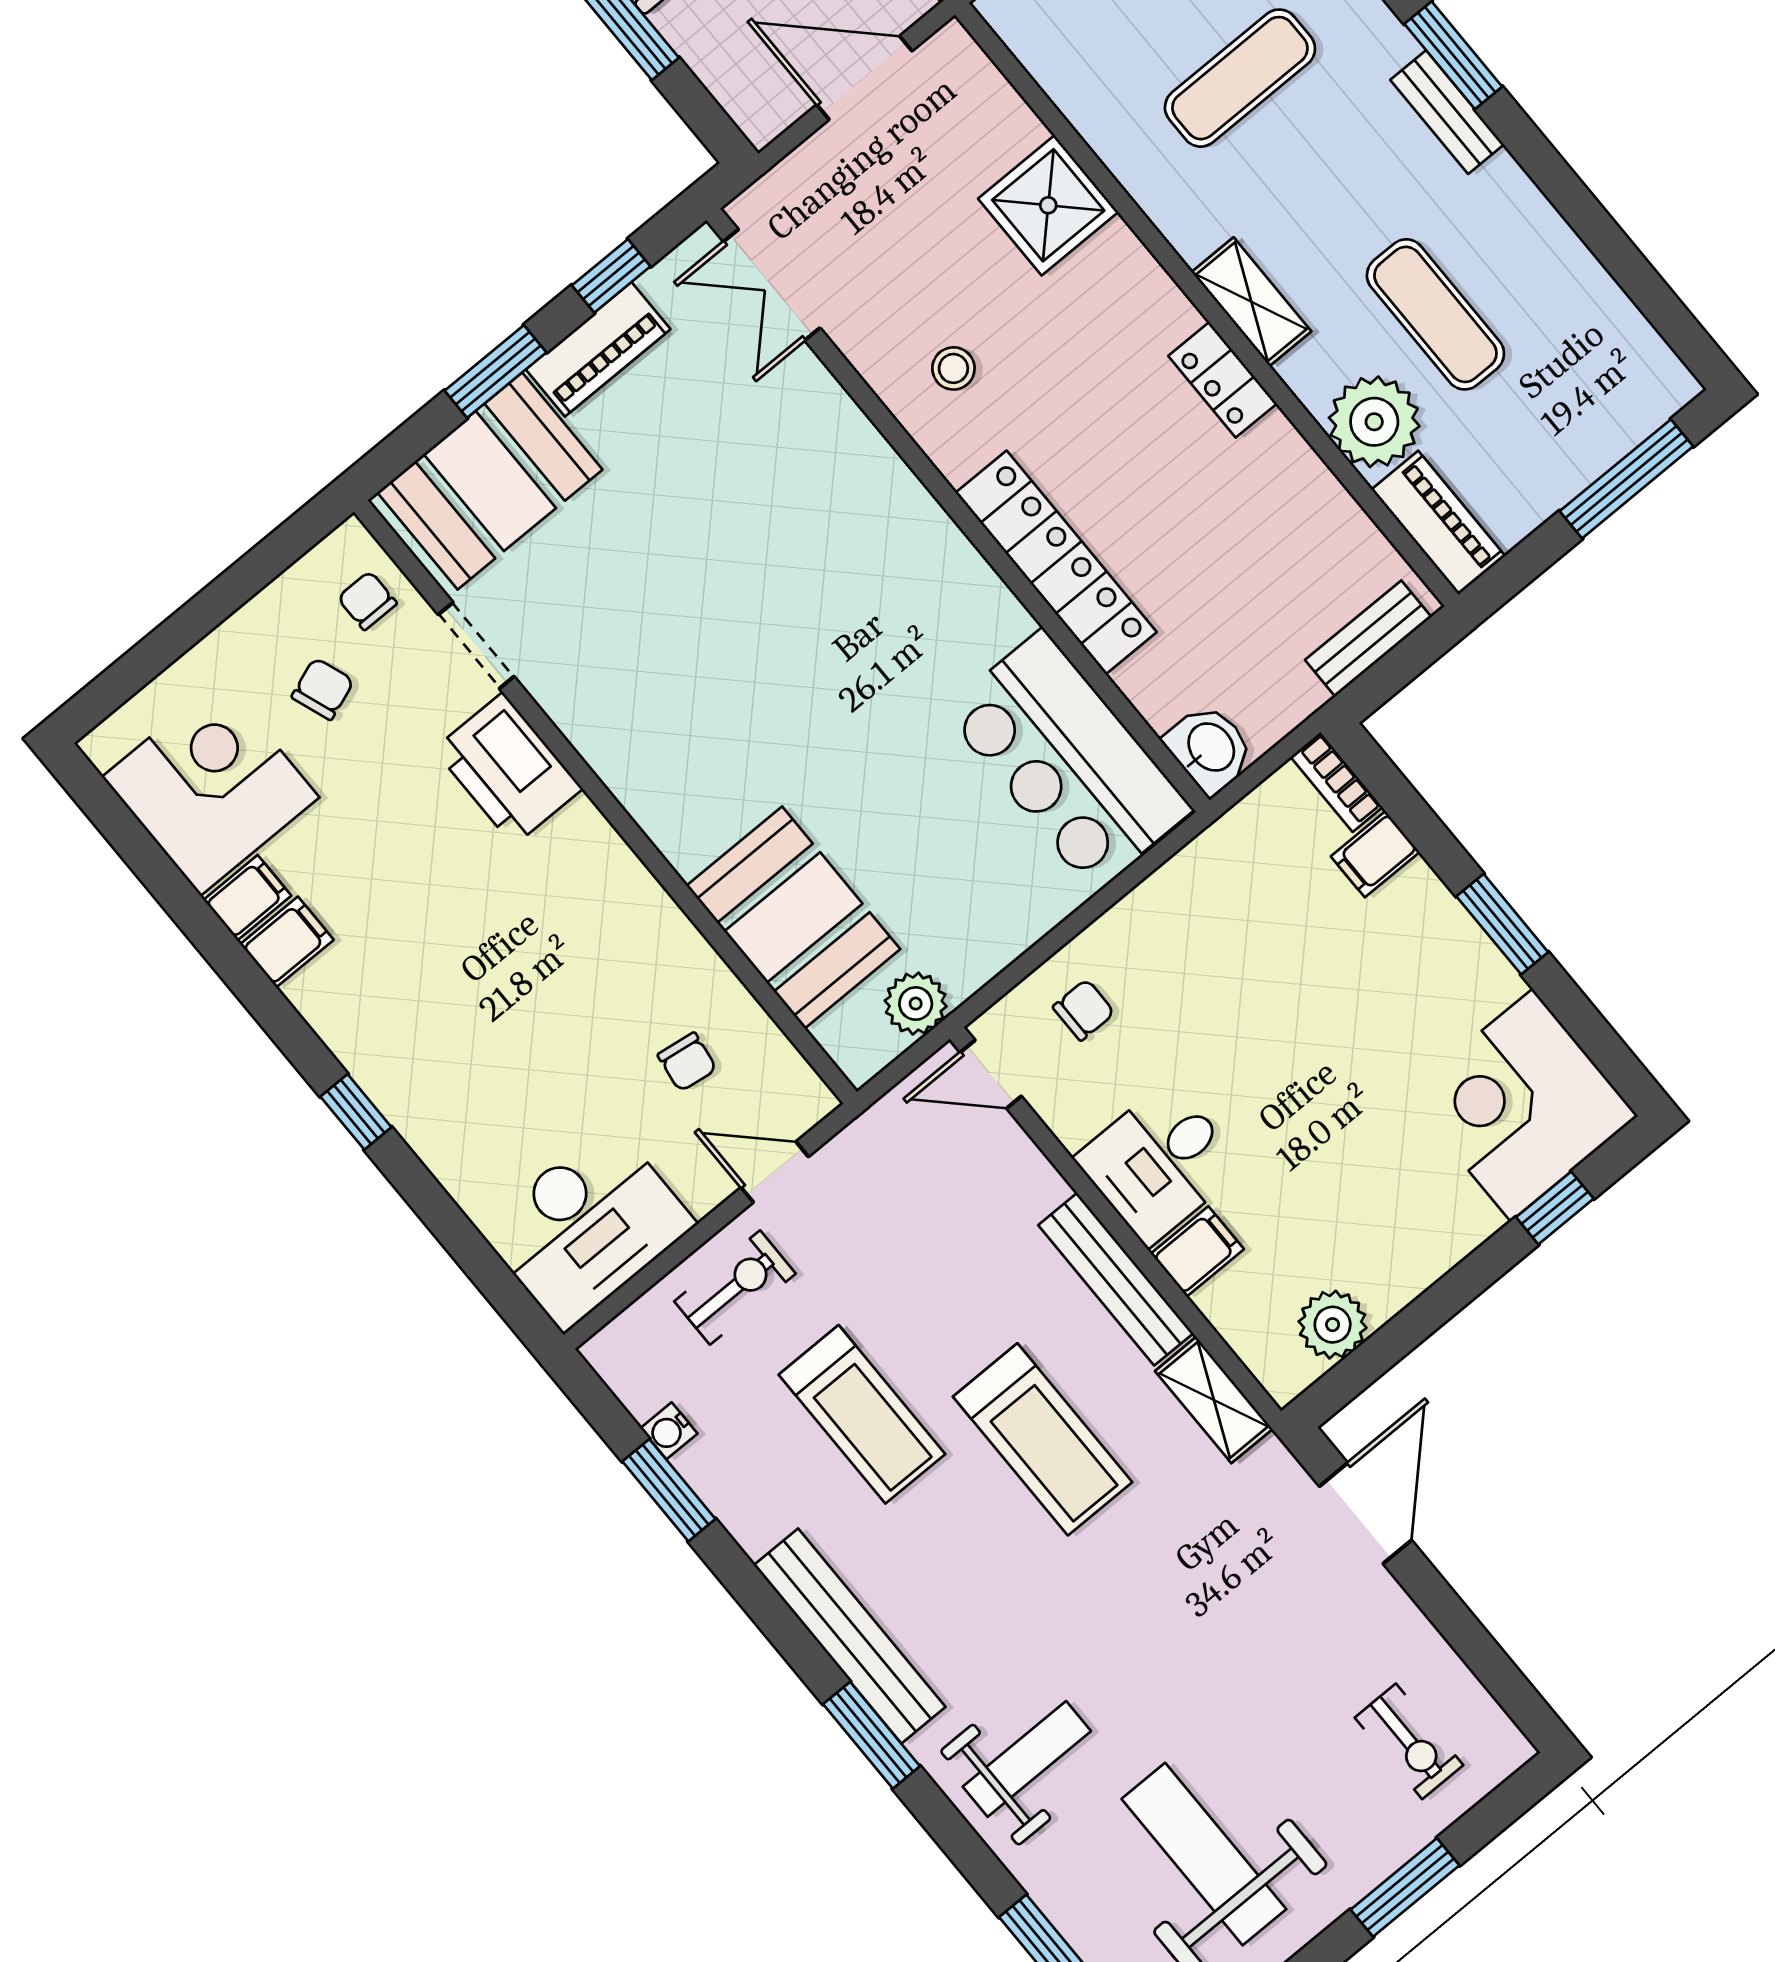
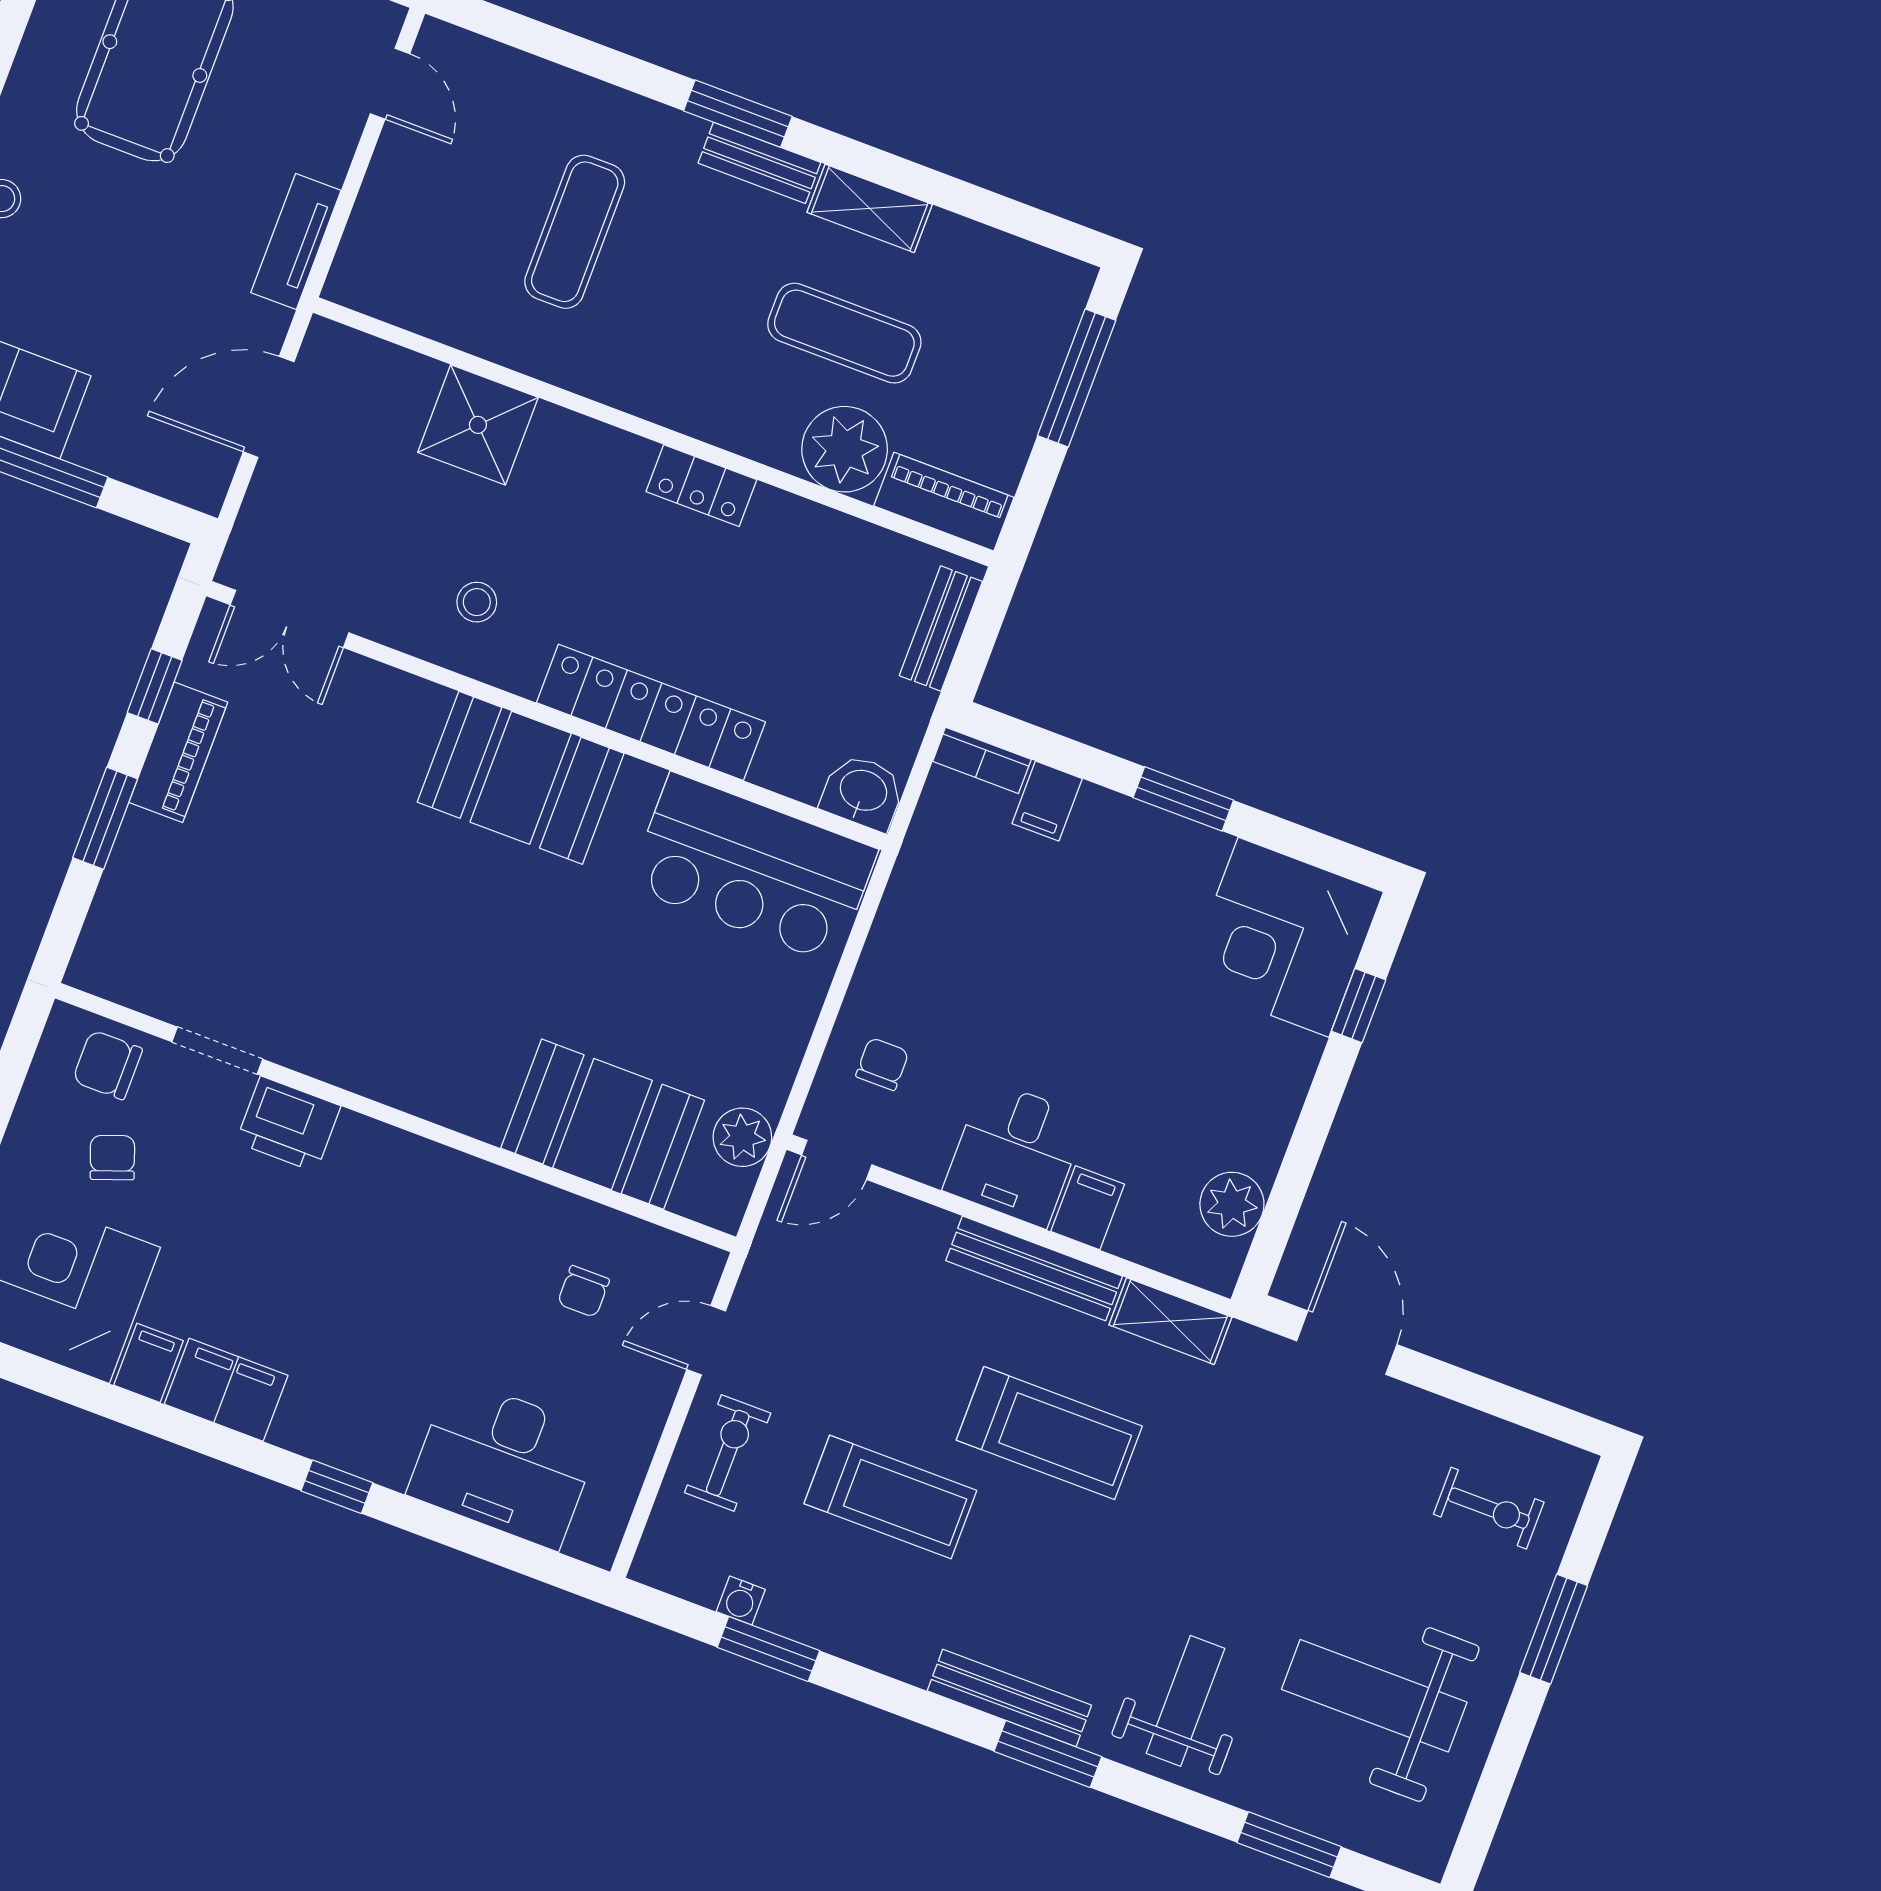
shelving: (1251, 302) -> (870, 208), moved
booth: (490, 481) -> (521, 778), moved, turned 90
chair: (367, 601) -> (107, 1065), width x1.37, depth x1.37
printer: (508, 769) -> (288, 1124), width x0.73, depth x0.84
filing cabinet: (287, 942) -> (226, 1390), width x2.00
chair: (687, 1062) -> (583, 1291), turned 82
desk: (587, 1227) -> (504, 1463), moved, turned 90
bench: (850, 1636) -> (1009, 1698), width x0.73, depth x0.82

